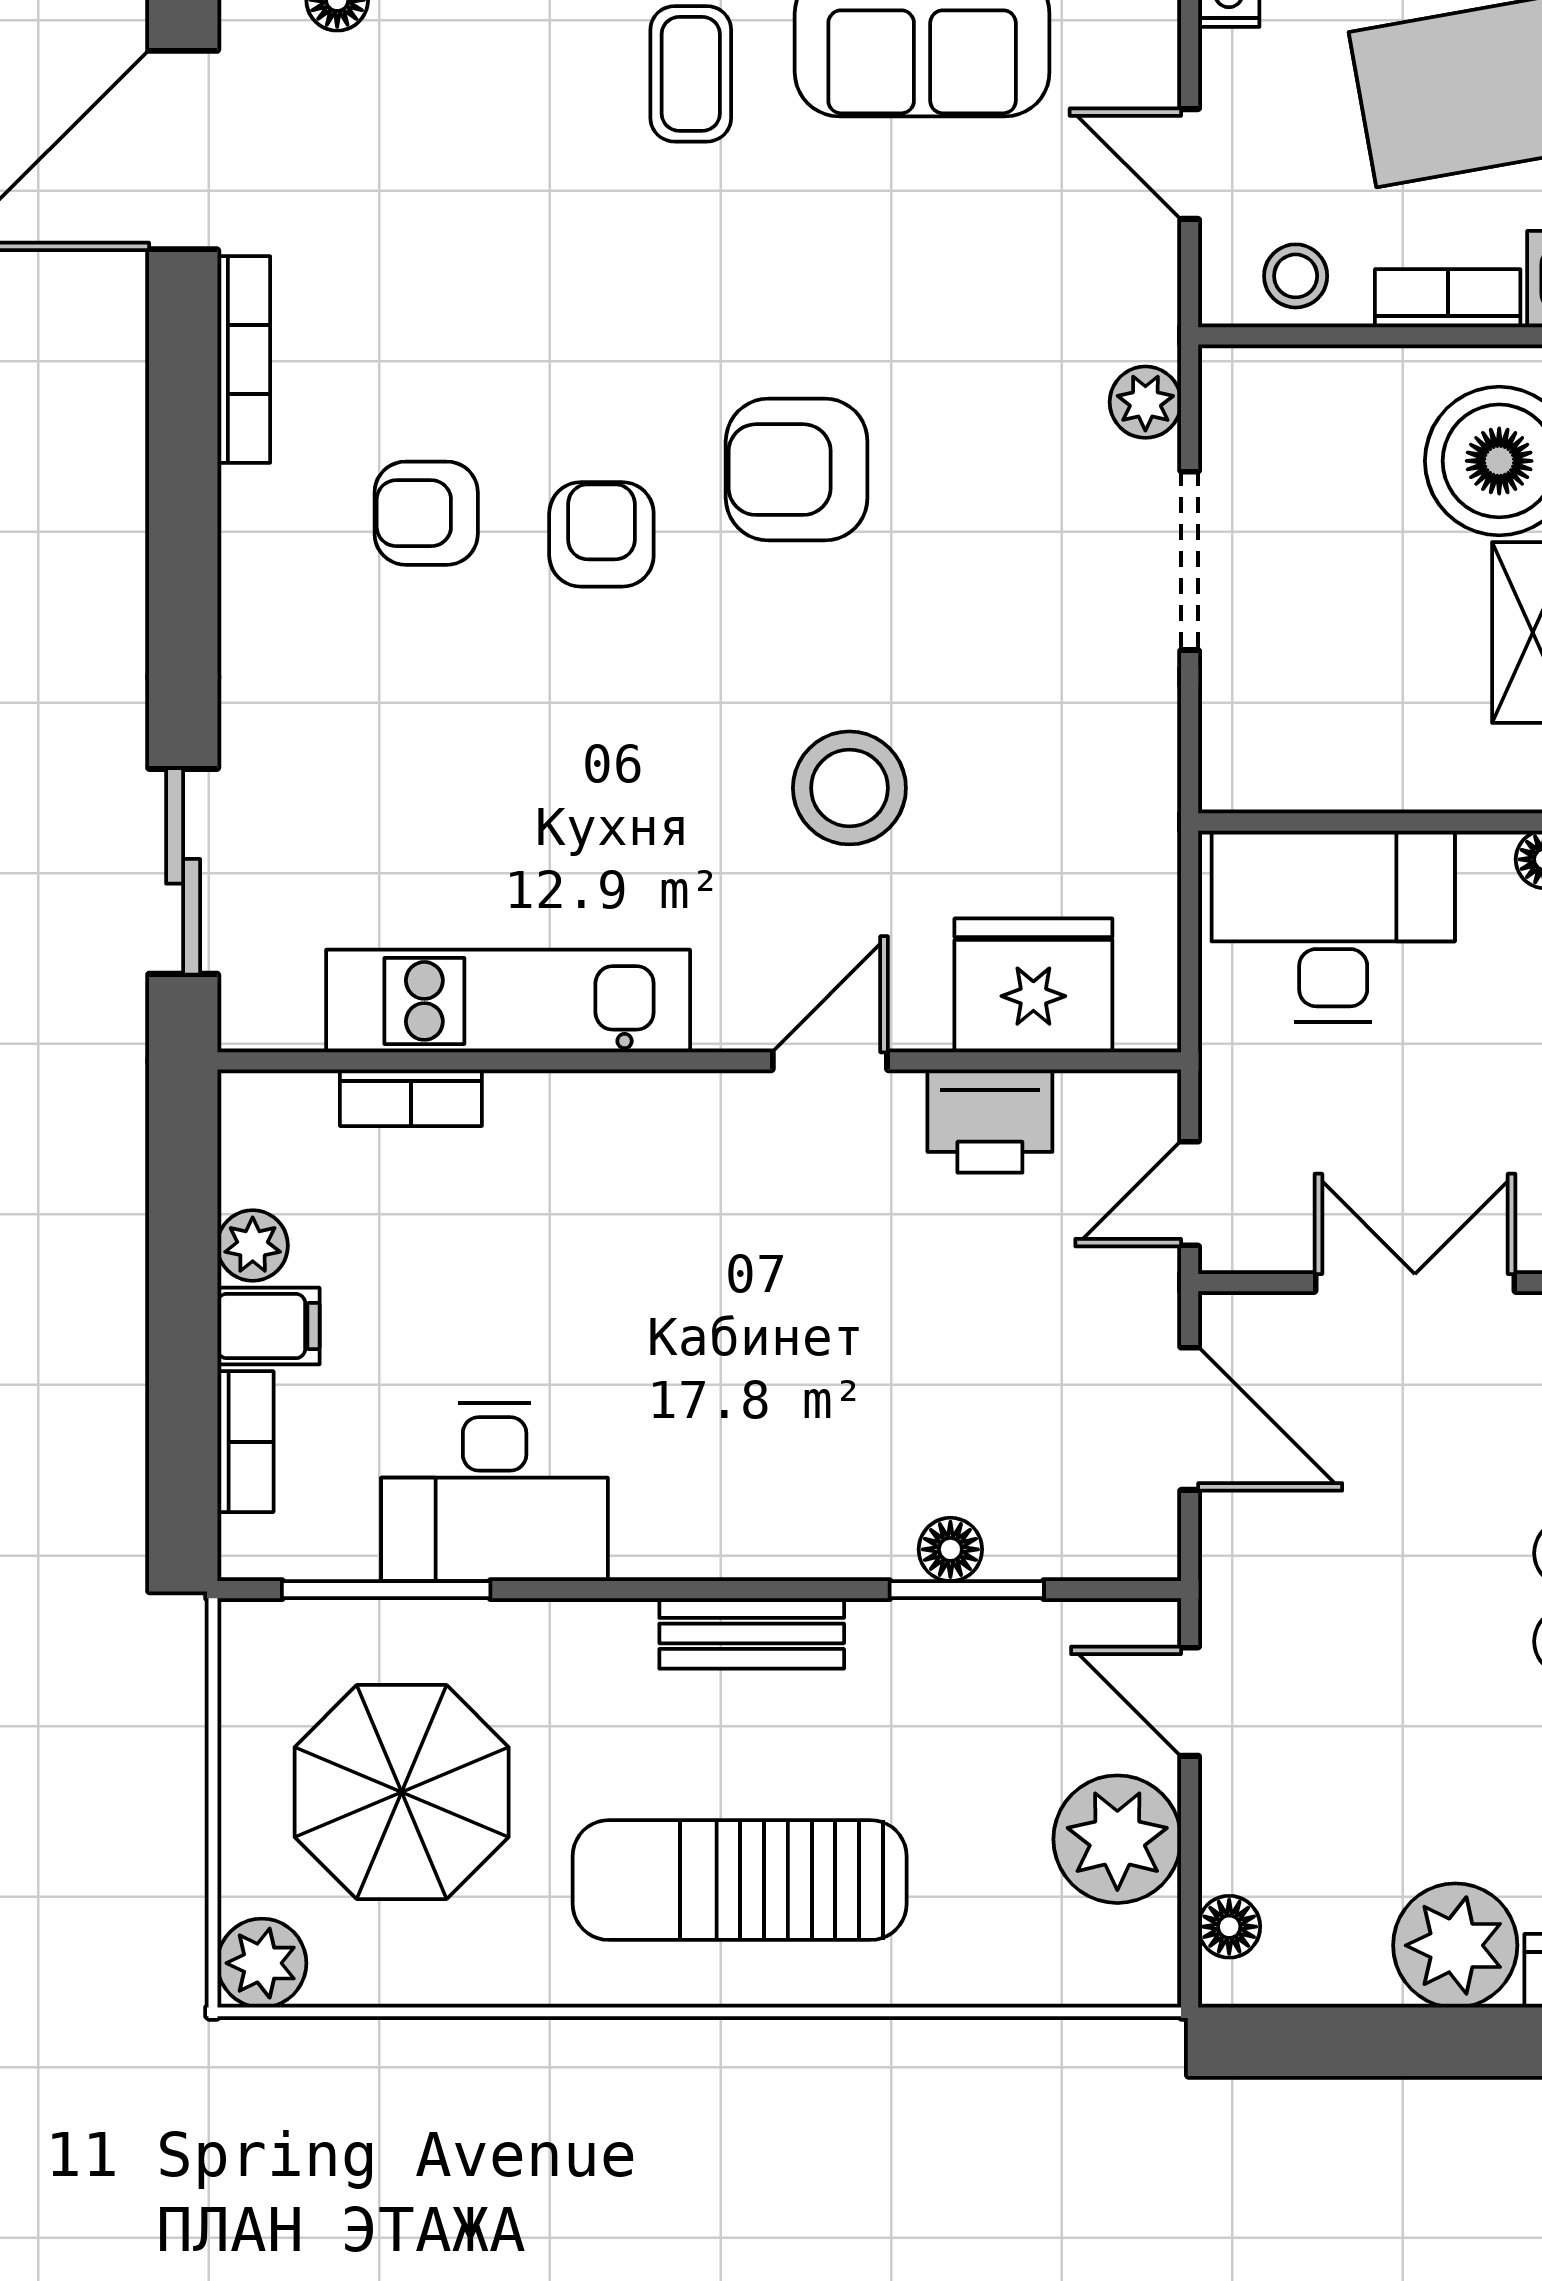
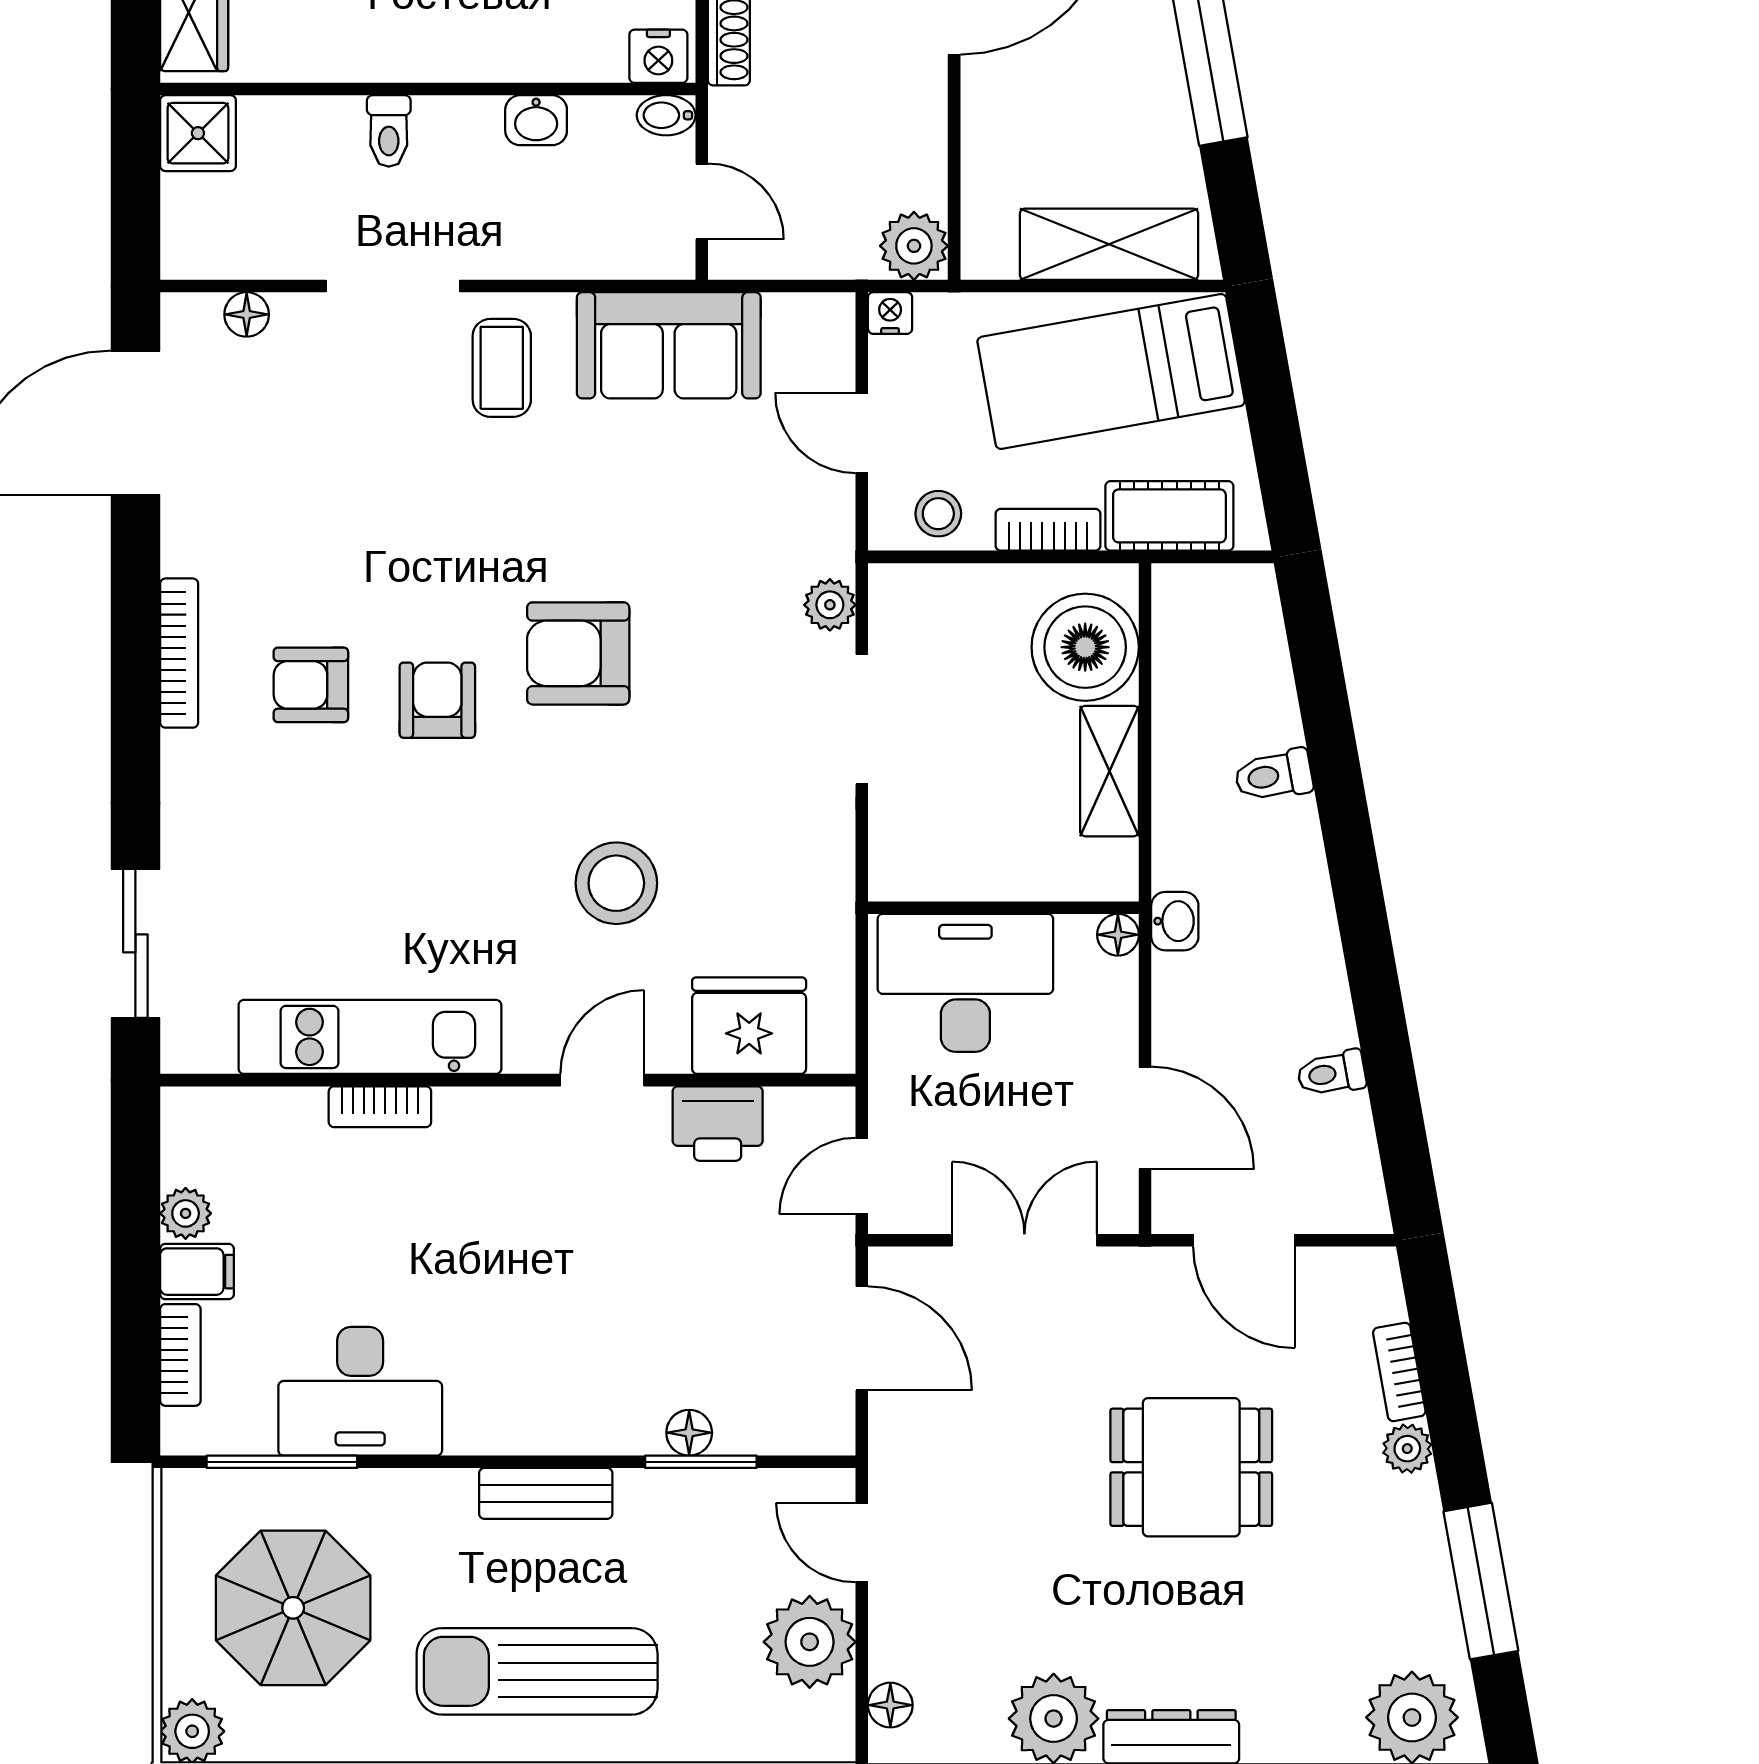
bookcase: (244, 359) -> (179, 653), moved
bookcase: (411, 1098) -> (380, 1107), moved

